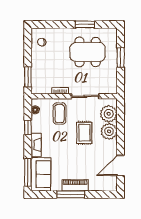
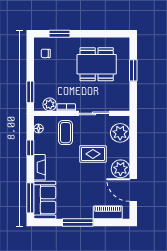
window: (85, 24) -> (60, 34), moved
plant: (45, 88) -> (50, 104), added
plant: (109, 131) -> (120, 169), moved
rug: (84, 133) -> (93, 154), turned 90
door: (121, 165) -> (133, 190), hinge flipped
piano: (75, 185) -> (108, 212), moved

